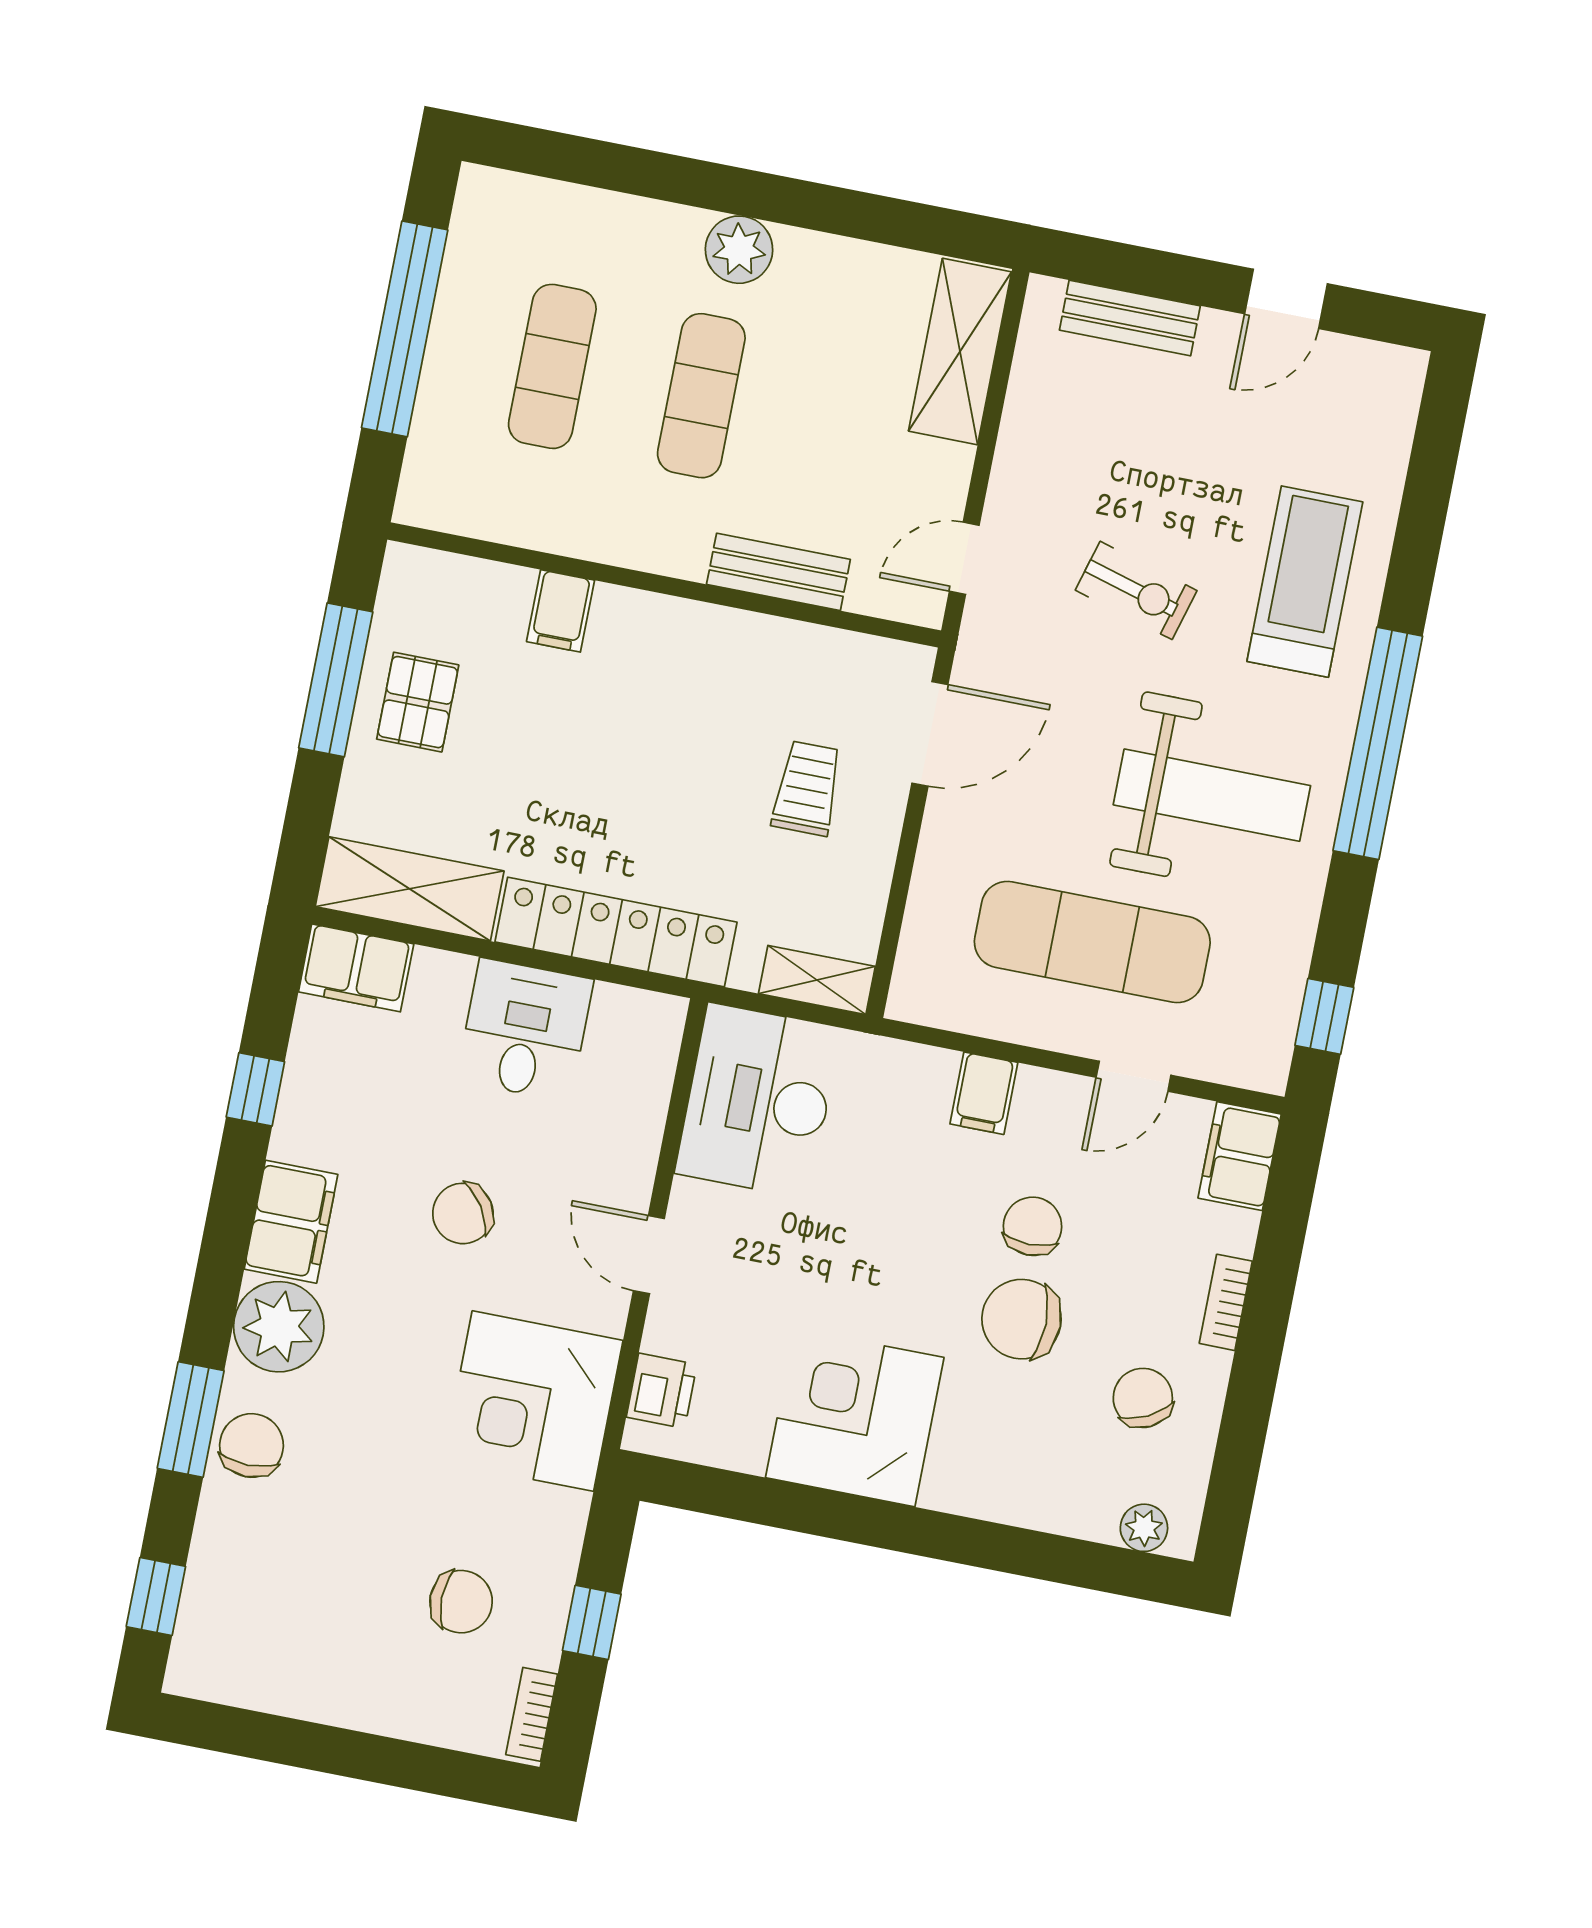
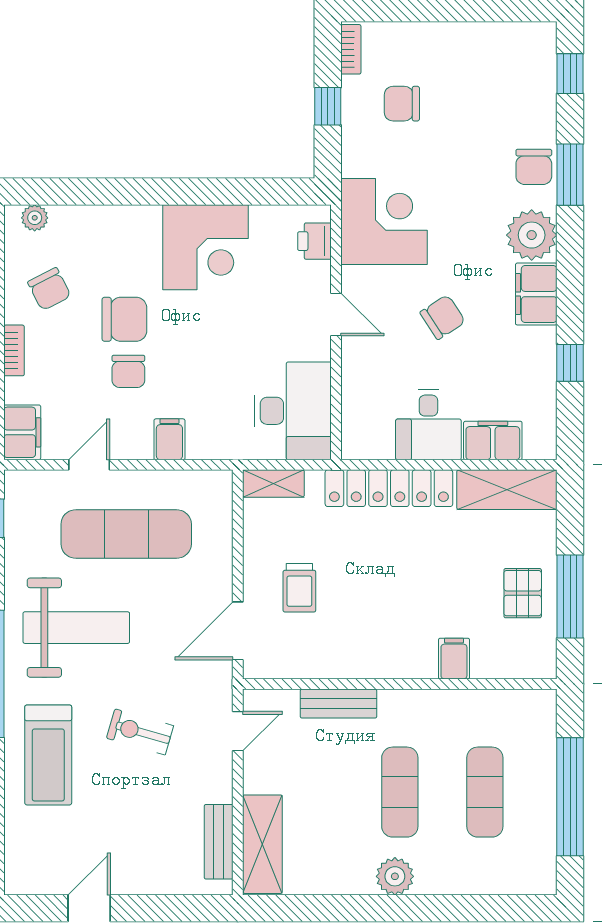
bench: (1130, 318) -> (219, 842), moved, turned 90
weight bench: (1212, 795) -> (76, 628), turned 180
filing cabinet: (356, 968) -> (493, 440), moved

